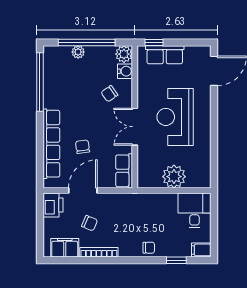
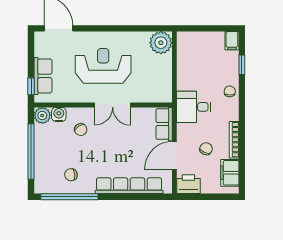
plant: (78, 52) -> (40, 160), removed
reception desk: (175, 117) -> (103, 66), turned 180
chair: (83, 147) -> (71, 175), moved
row of seats: (124, 171) -> (164, 124), moved, turned 90
plant: (174, 177) -> (161, 43), moved
door: (83, 191) -> (174, 155), hinge flipped
desk: (194, 210) -> (194, 107), moved

